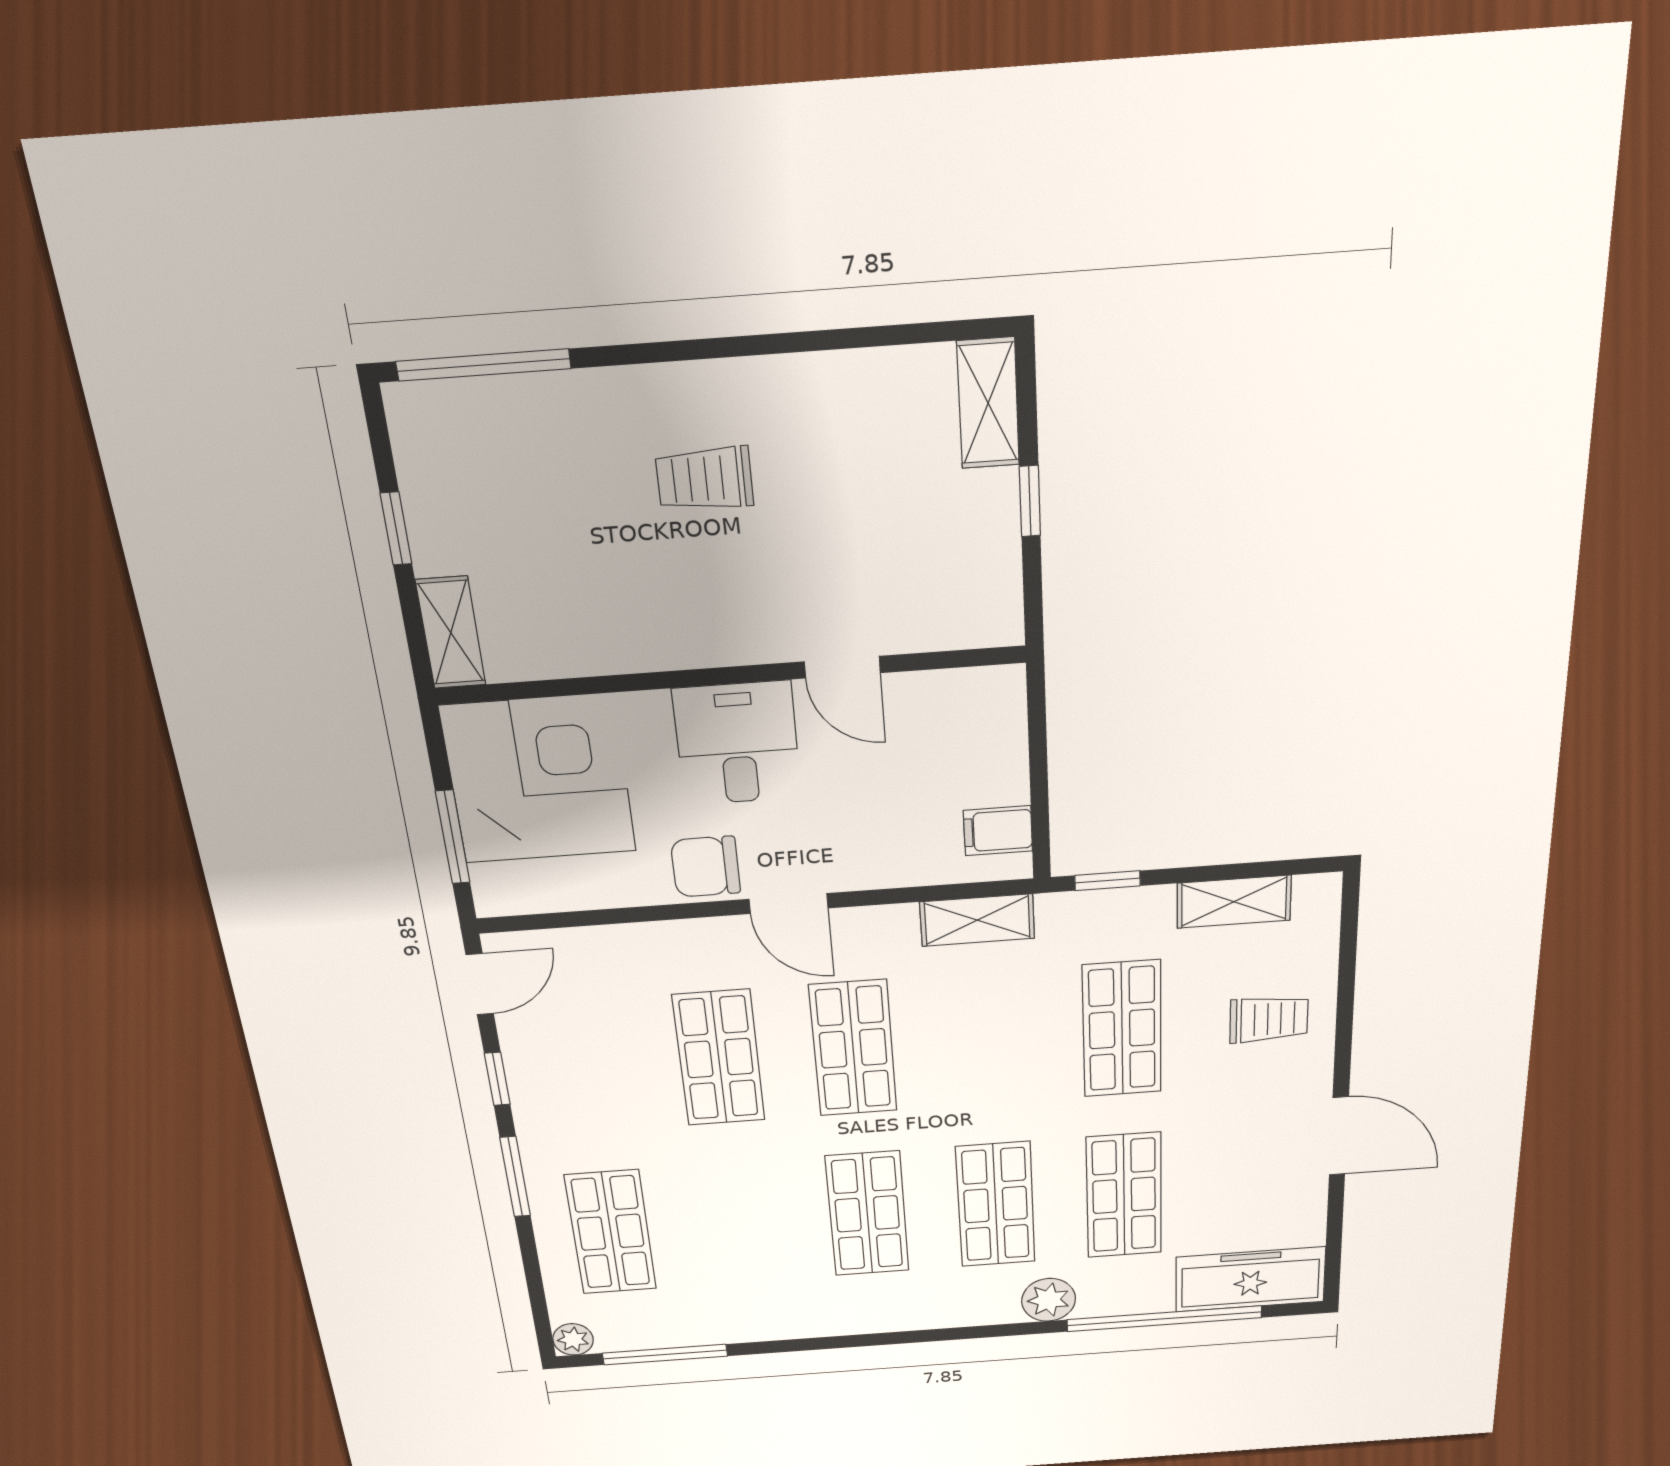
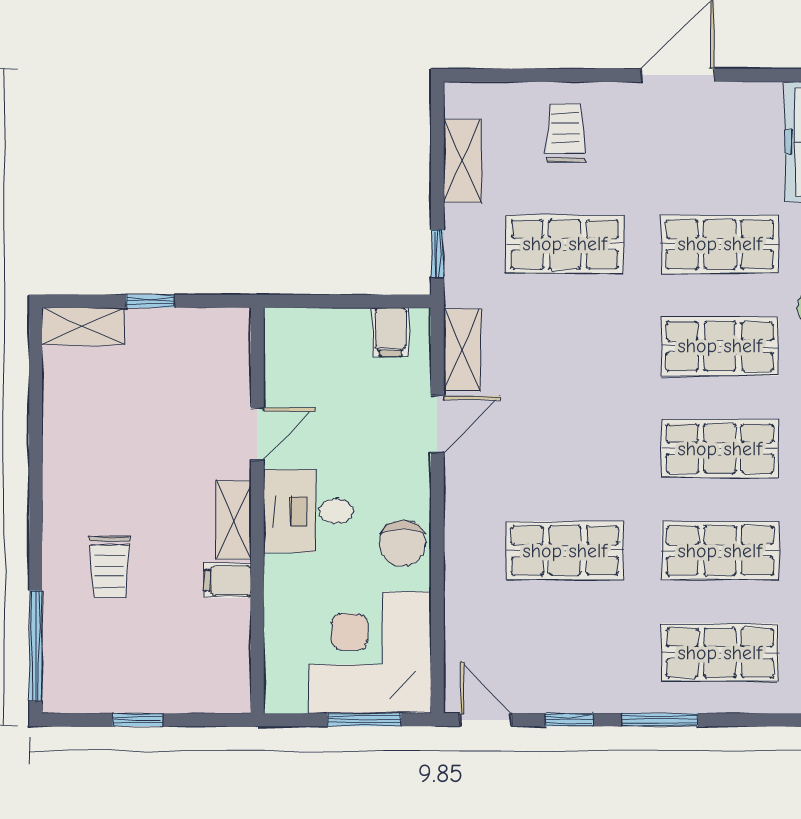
trolley: (704, 479) -> (110, 567), moved
shelving: (451, 633) -> (233, 520), moved, turned 90
filing cabinet: (624, 642) -> (228, 580), added
corner desk: (539, 779) -> (370, 653), moved
door: (789, 904) -> (437, 424), moved
shop shelf: (853, 1048) -> (720, 551), moved

